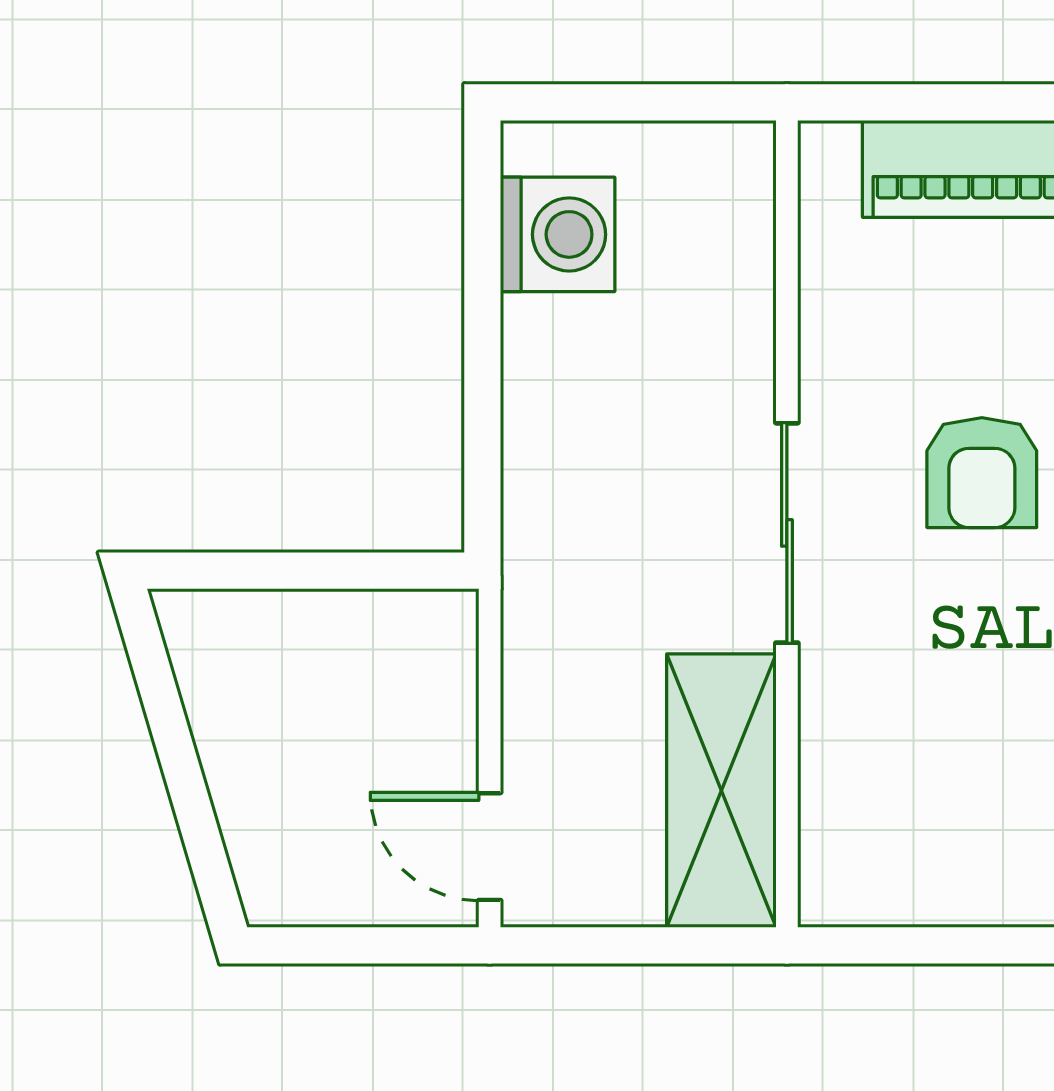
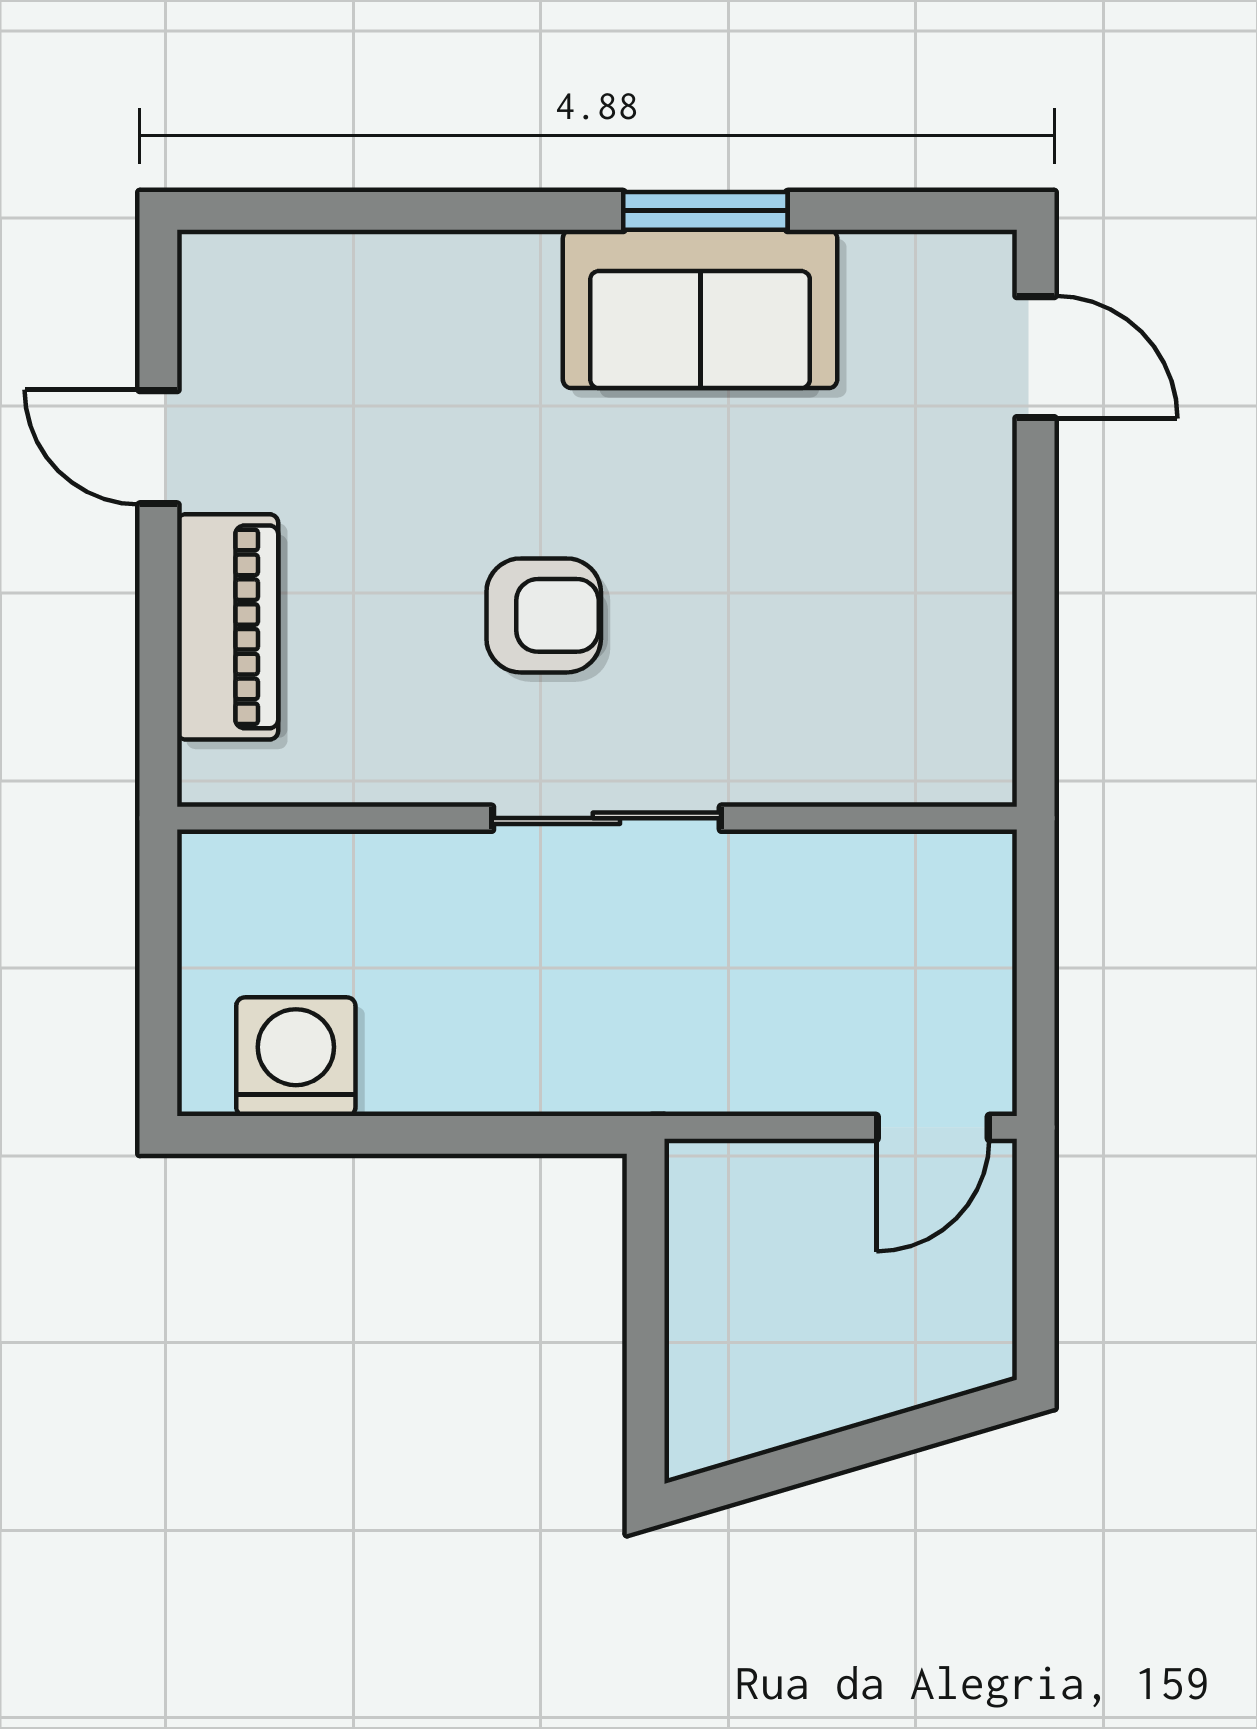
shelving: (721, 791) -> (875, 886), removed

